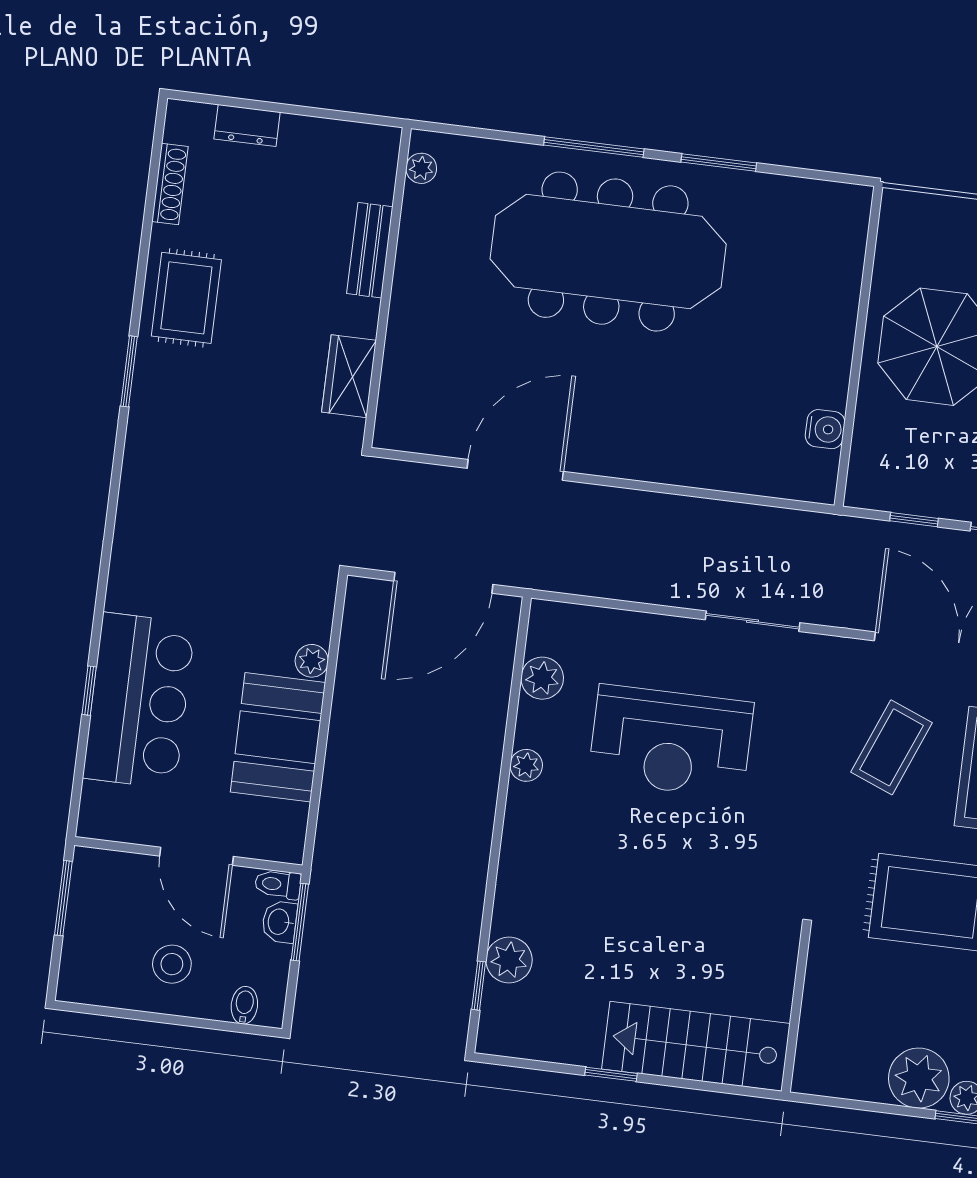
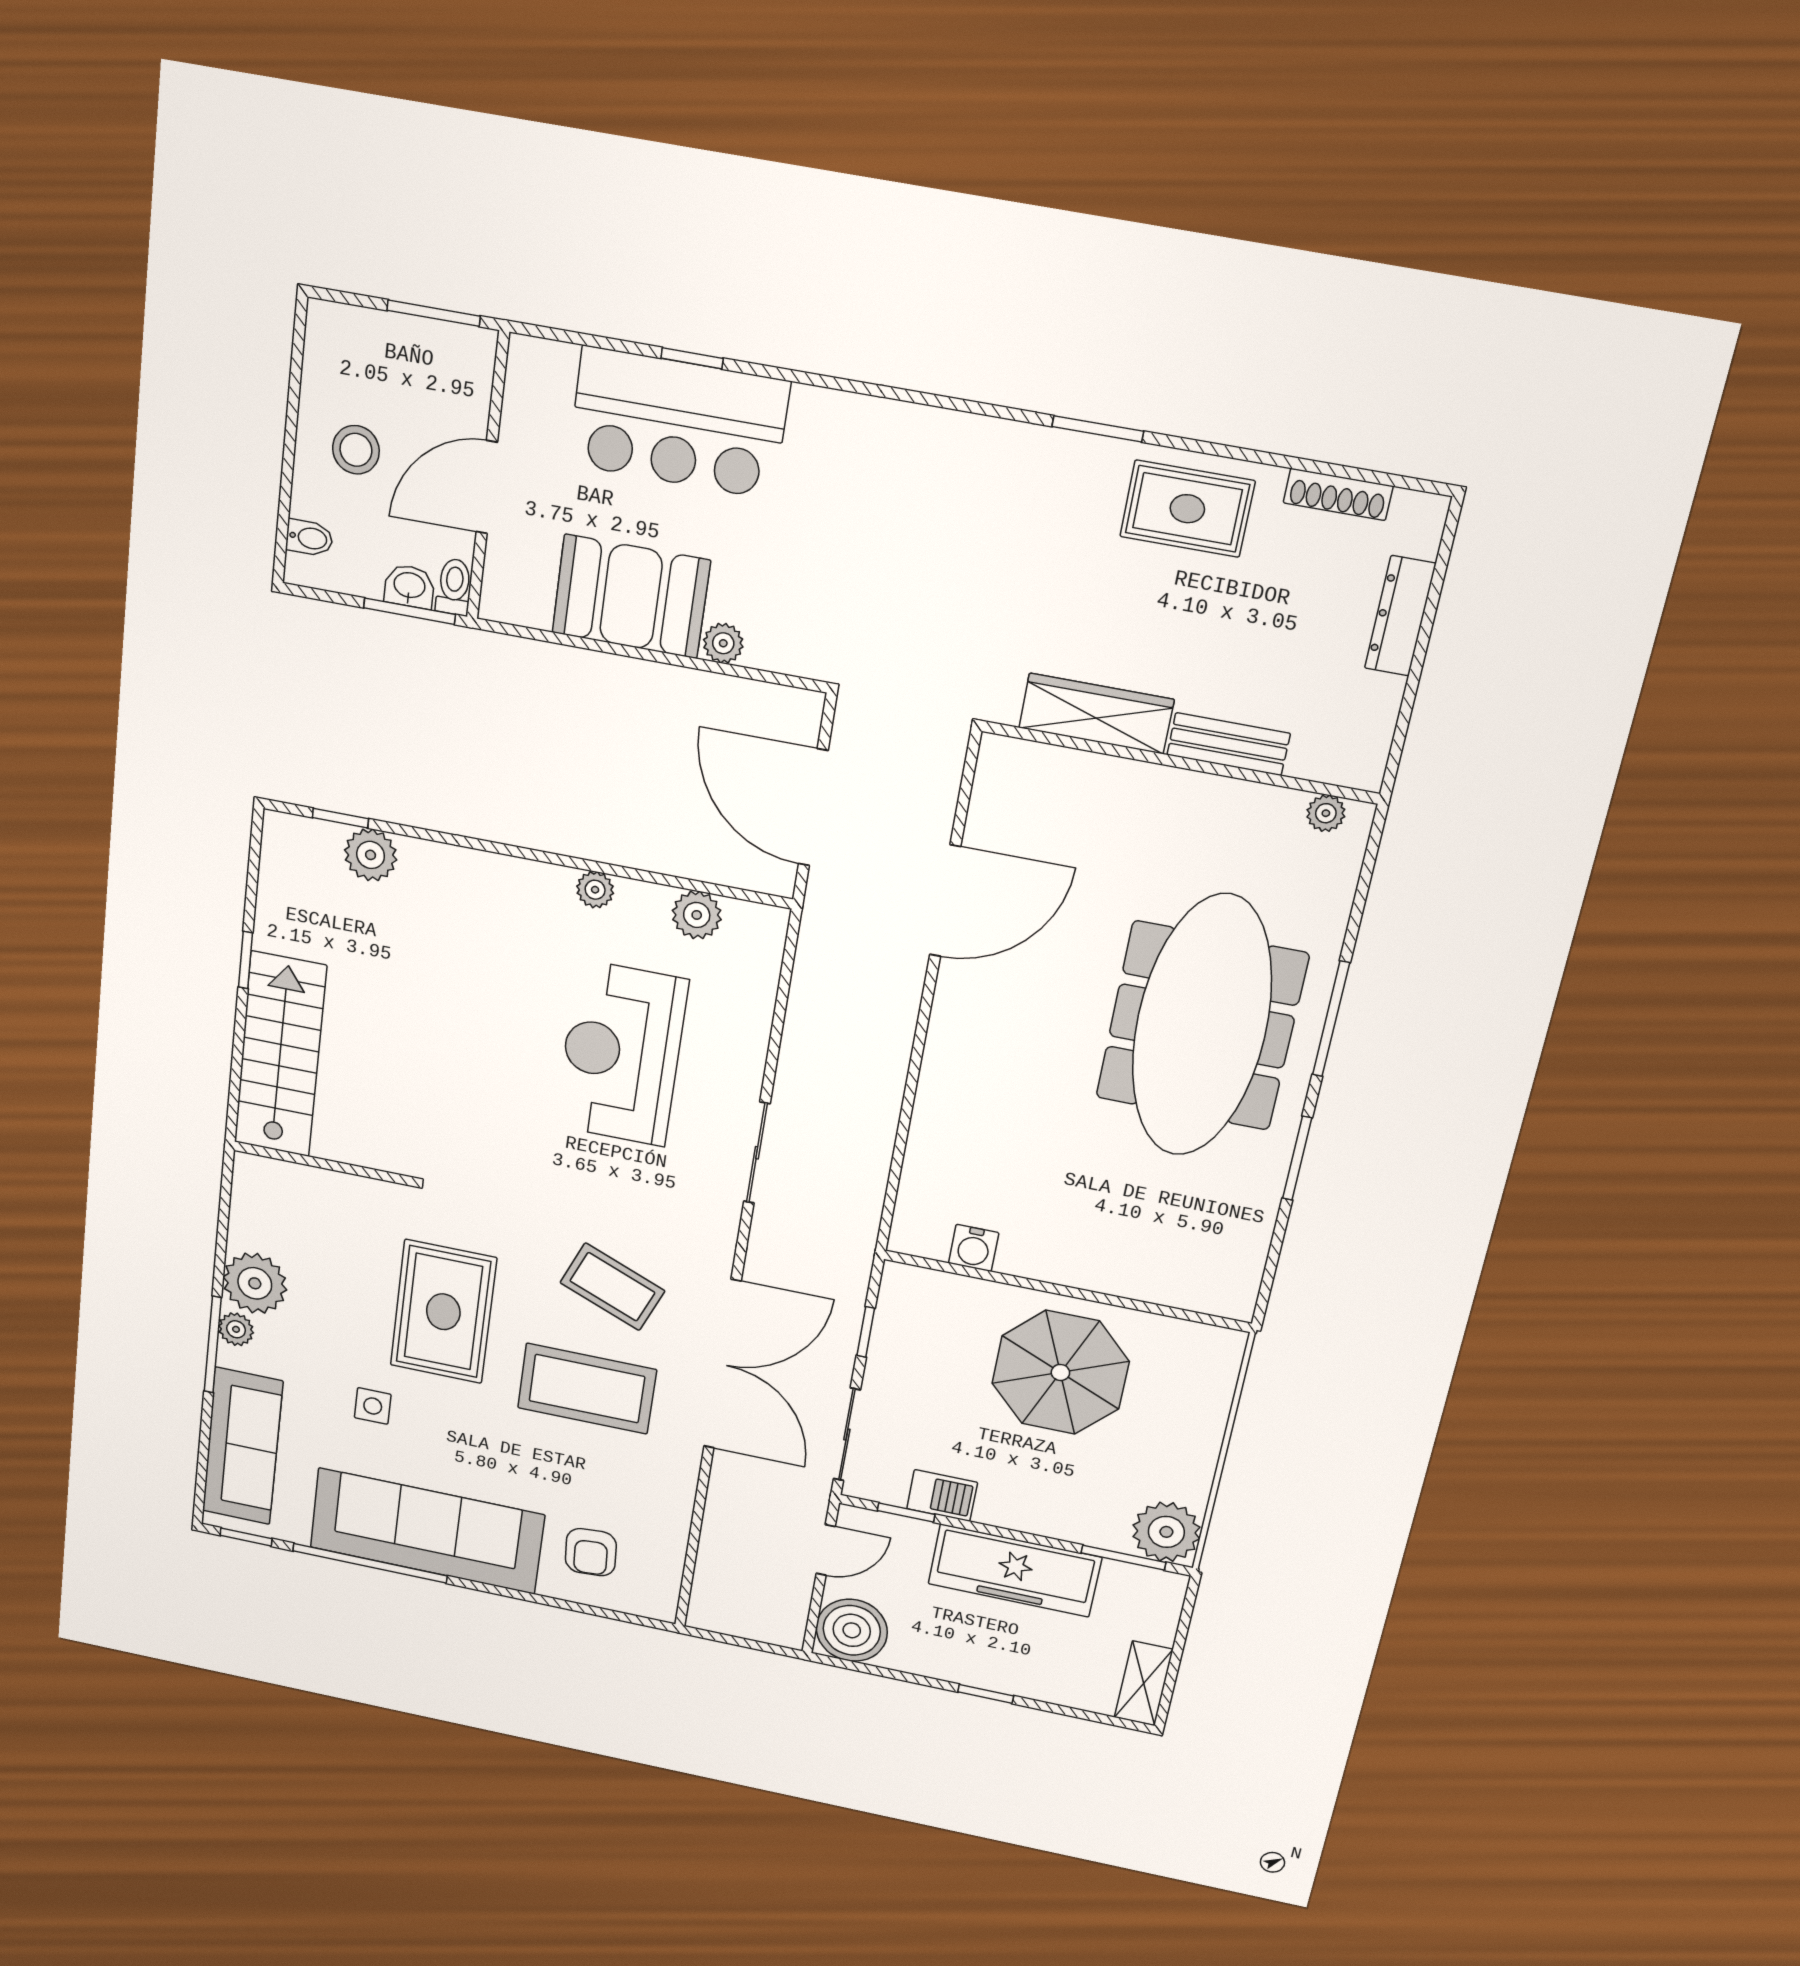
dresser: (247, 125) -> (1400, 616), width x1.44
wardrobe: (349, 376) -> (1096, 714), width x1.50
door: (515, 470) -> (945, 901), hinge flipped

